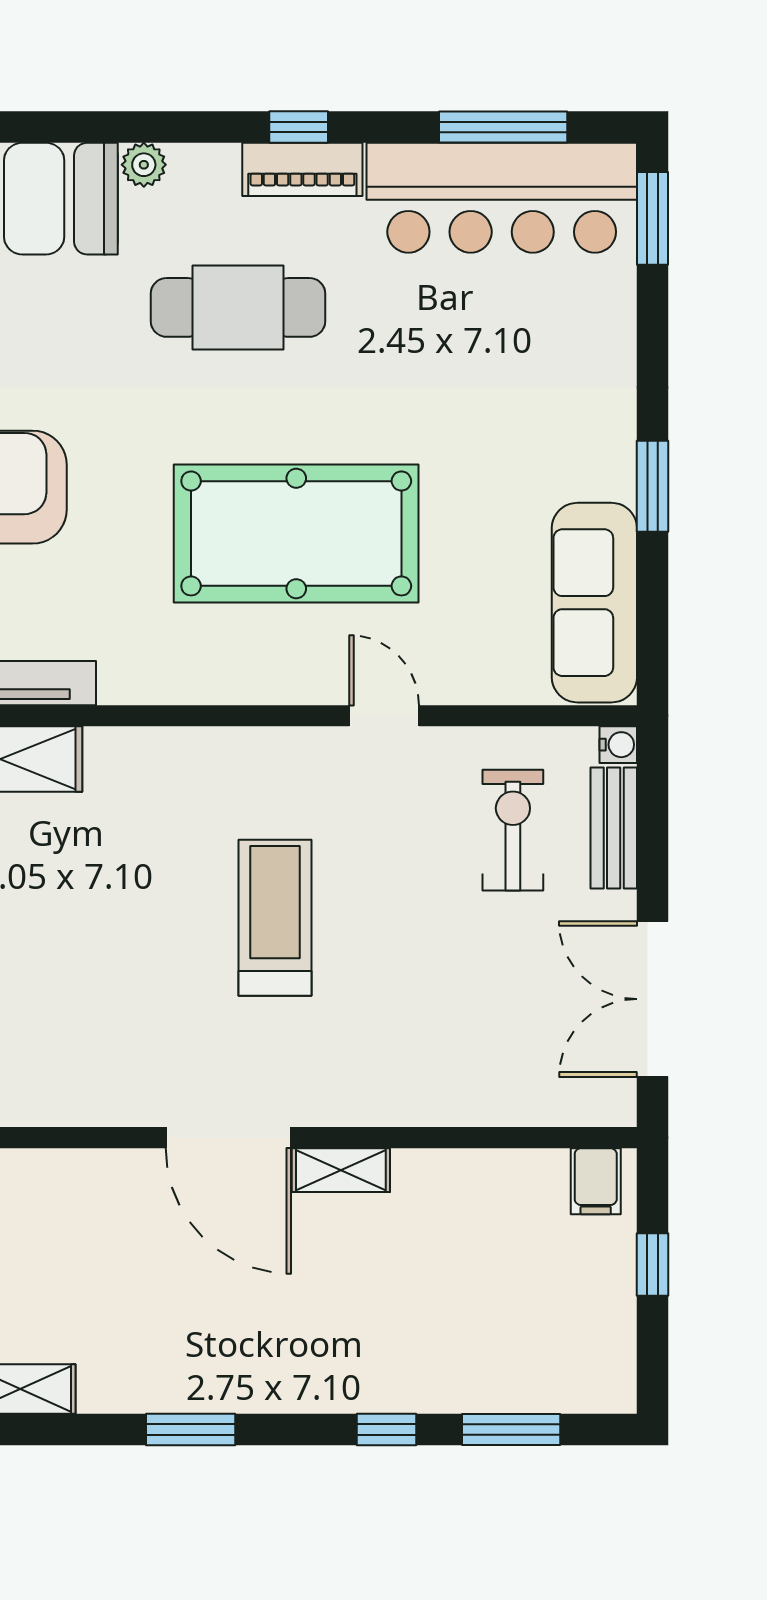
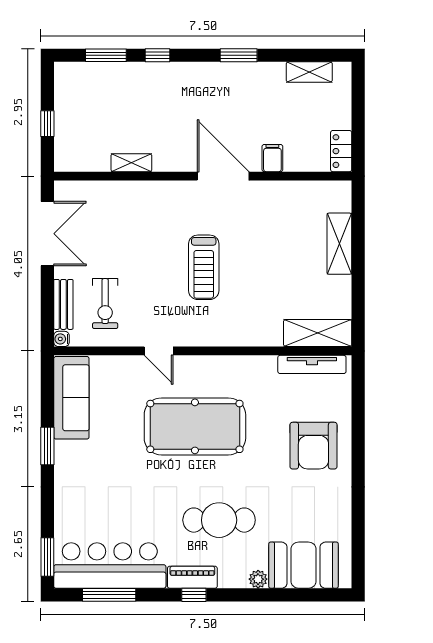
shelving: (341, 1170) -> (131, 163), moved
filing cabinet: (596, 1181) -> (272, 158), moved

